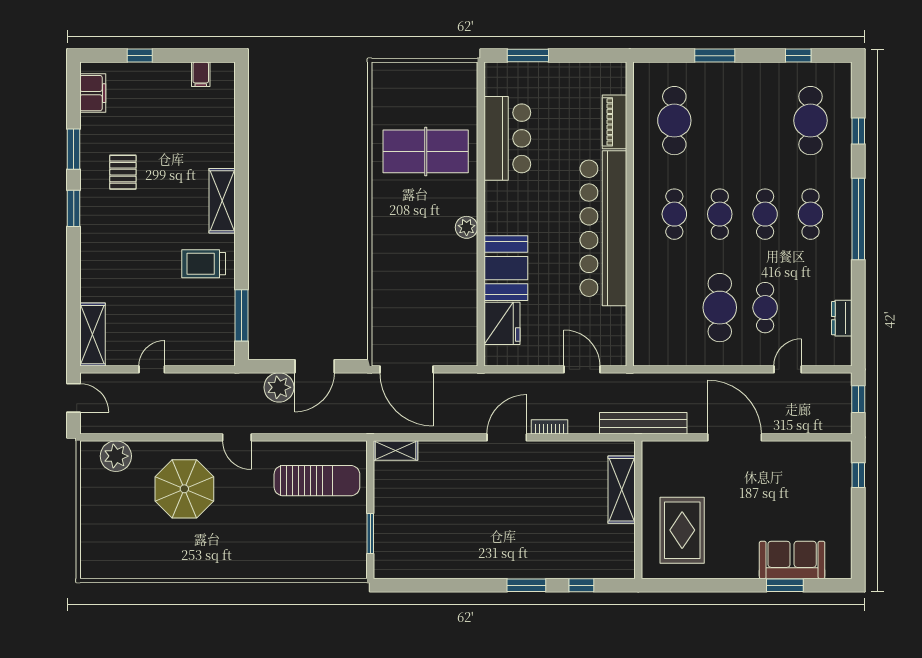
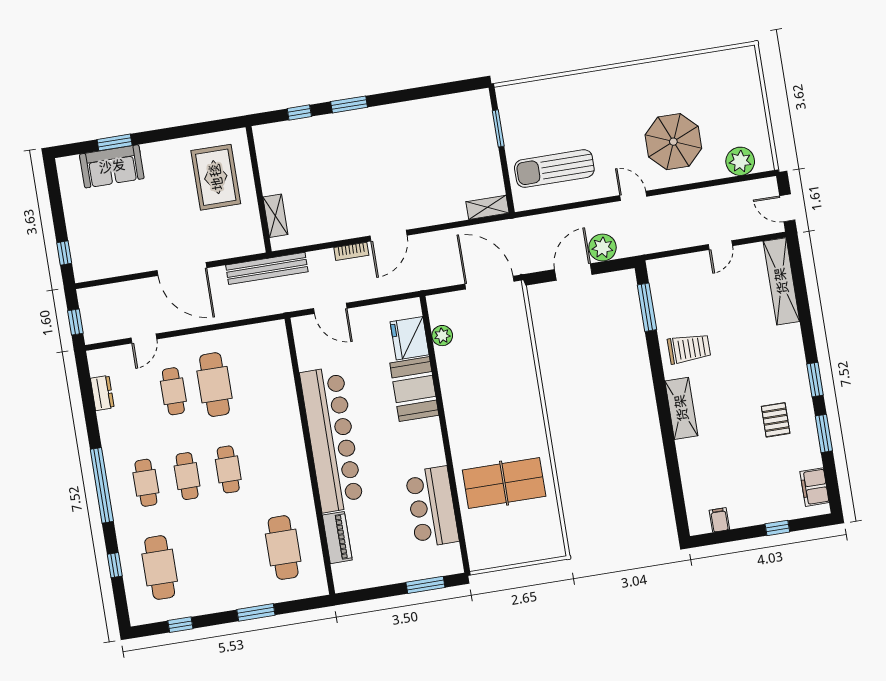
cafe table: (674, 214) -> (269, 463), removed
plant: (467, 227) -> (442, 336), moved
shelving: (93, 335) -> (781, 281), width x1.47
shelving: (622, 490) -> (275, 216), width x0.67, depth x0.75

